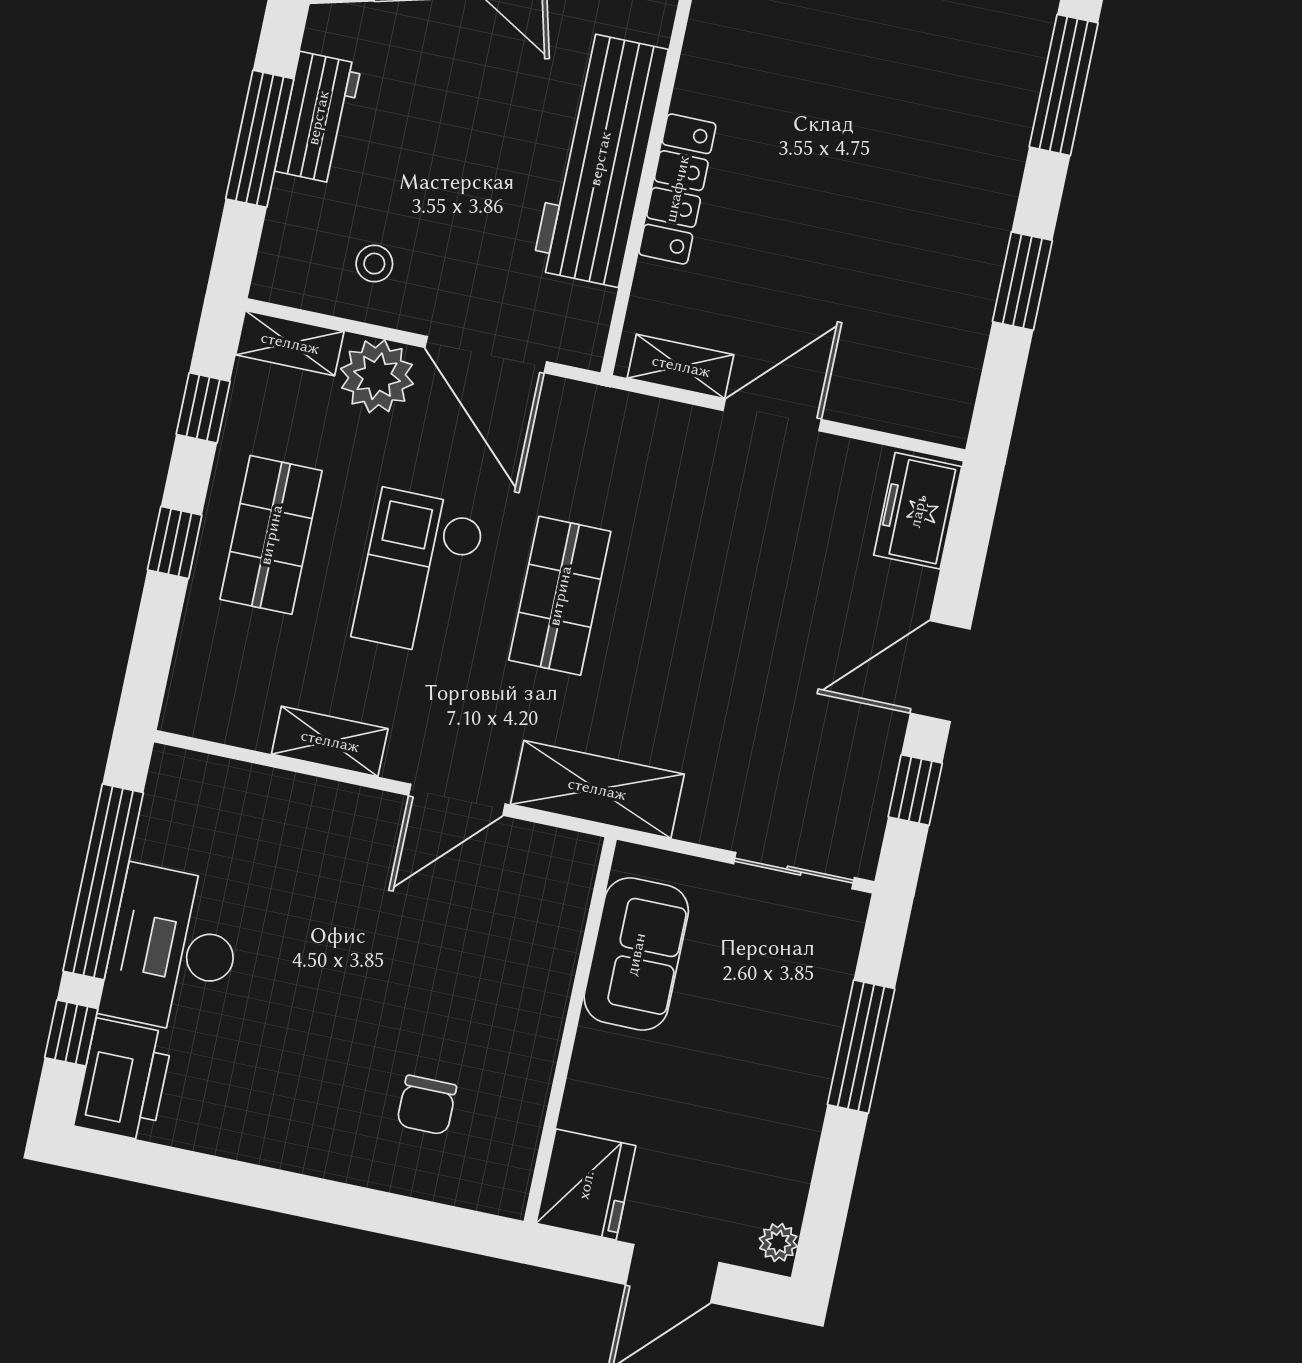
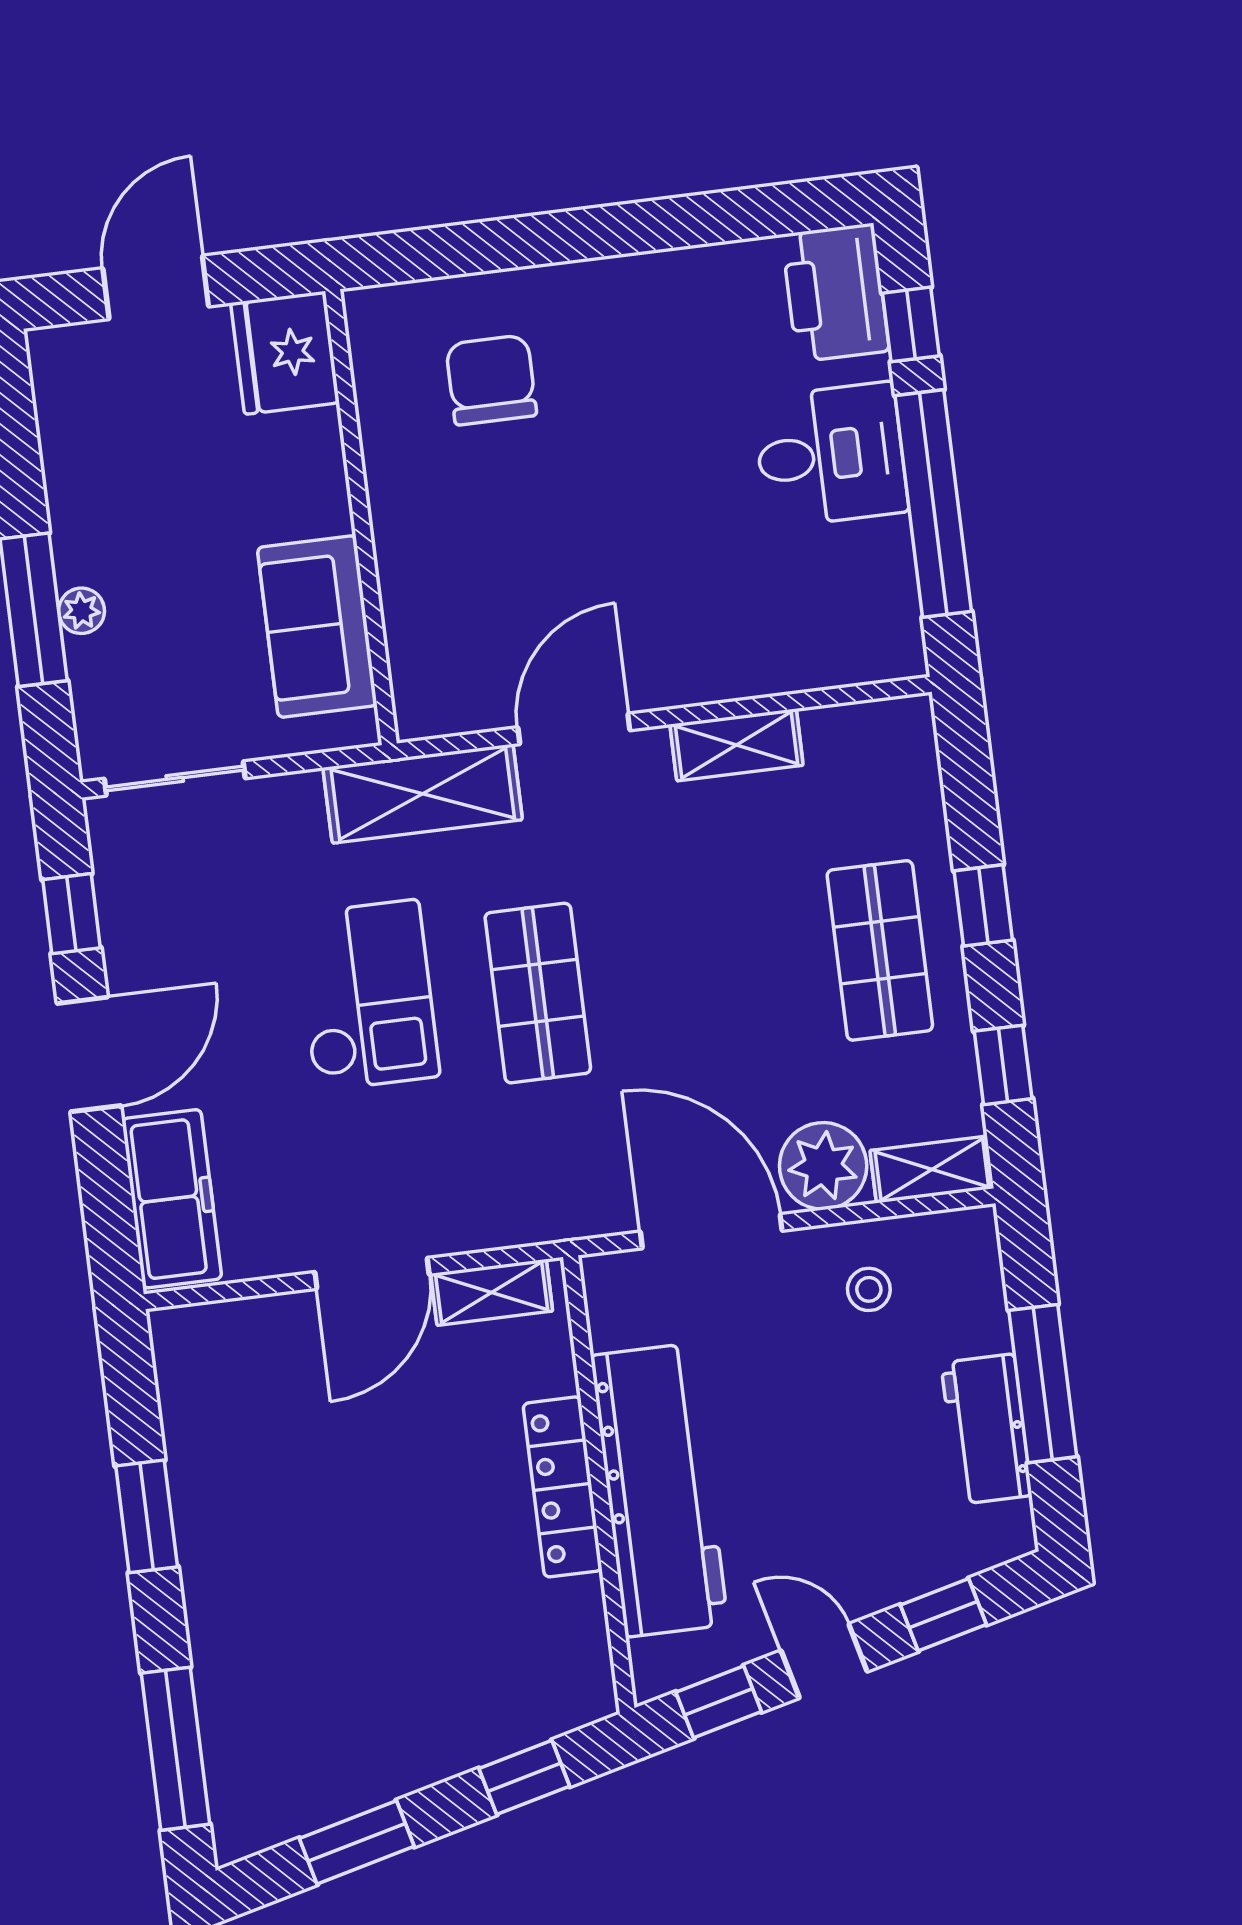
freezer: (918, 511) -> (172, 1199), width x1.40
checkout: (419, 573) -> (367, 995), moved
desk: (173, 950) -> (830, 455), width x0.73
chair: (427, 1105) -> (491, 380), width x1.37, depth x1.37
plant: (778, 1242) -> (82, 611), moved

